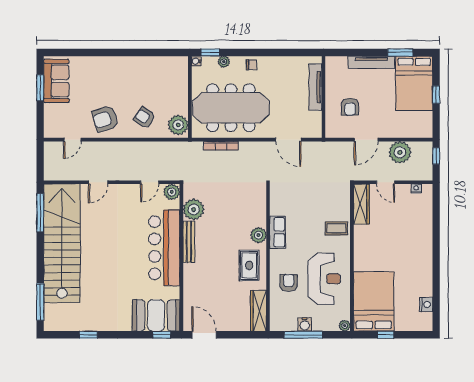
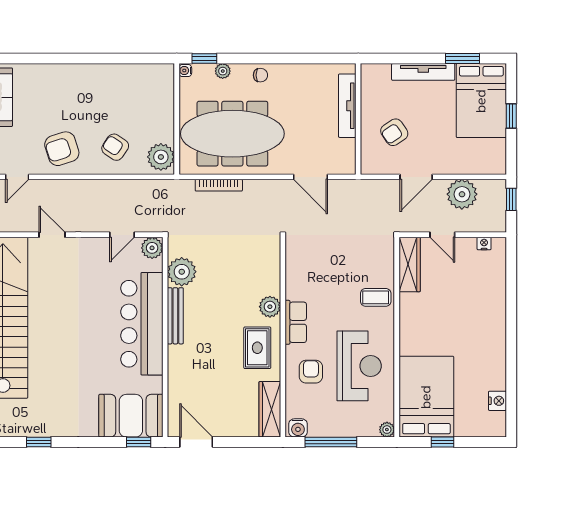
armchair: (350, 107) -> (394, 132), turned 56
door: (98, 182) -> (52, 235), swing flipped
row of seats: (278, 232) -> (296, 322), moved
water cooler: (305, 324) -> (298, 428), moved

